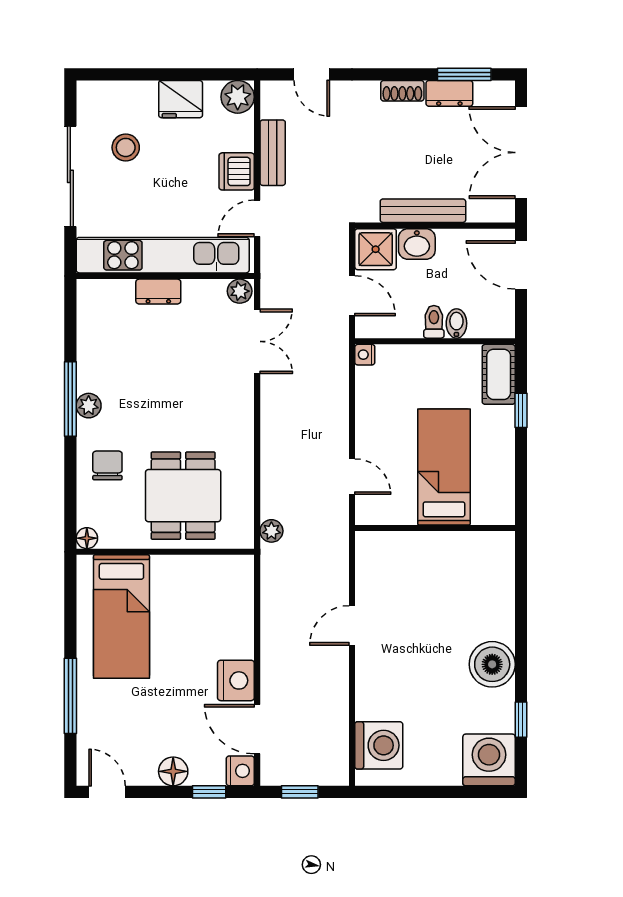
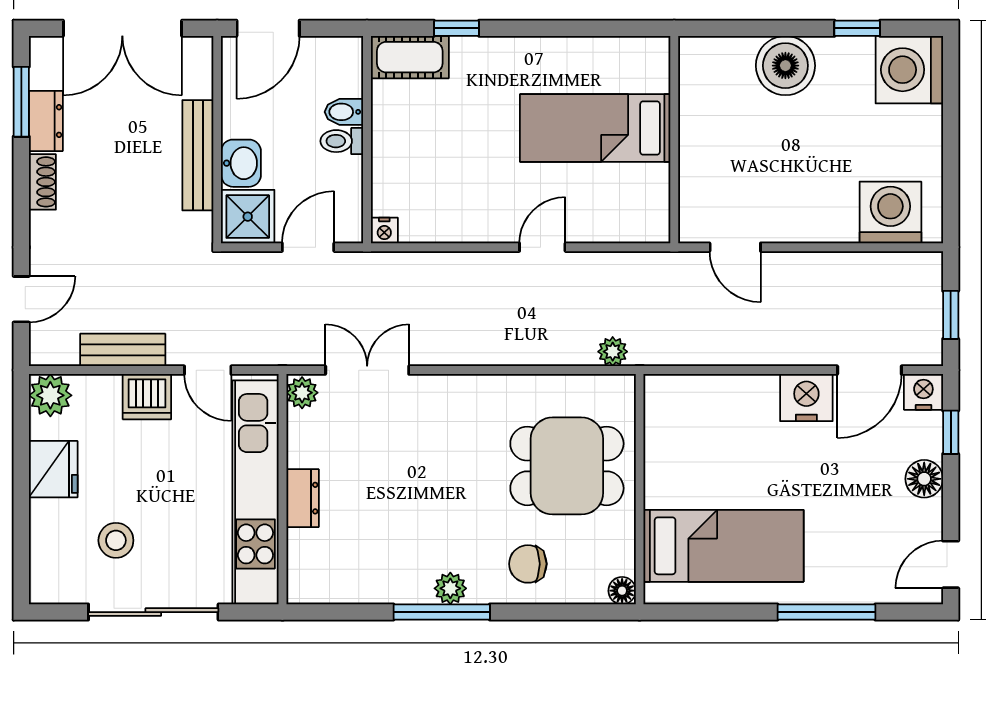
bed: (444, 467) -> (595, 128), moved
wall: (435, 528) -> (674, 140), moved

